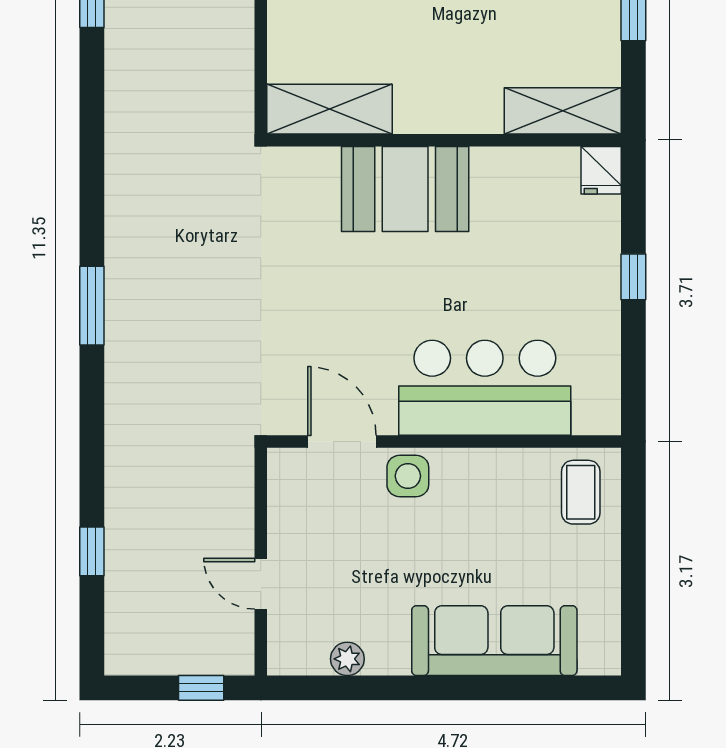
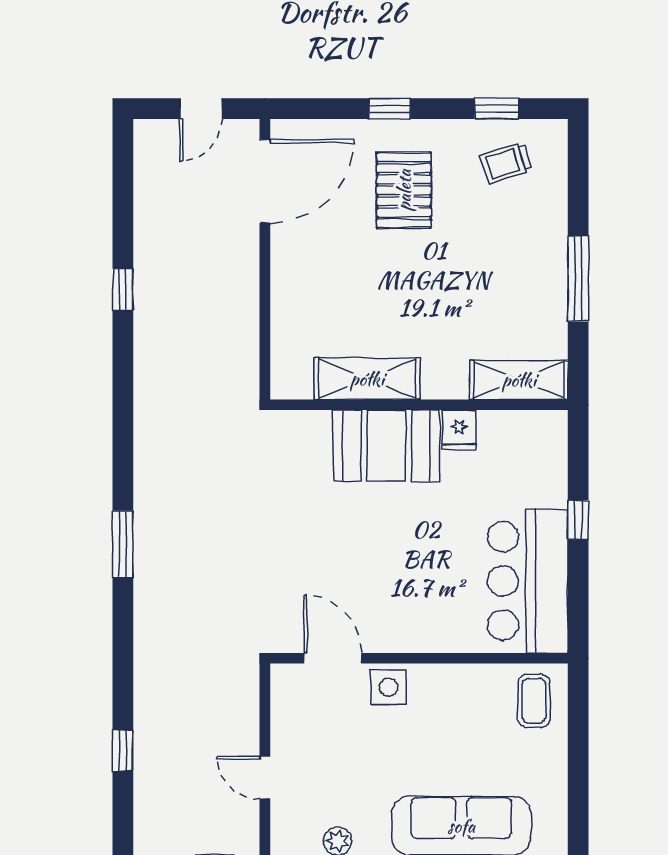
shelving: (330, 109) -> (367, 379), moved
fridge: (601, 170) -> (459, 430), moved
bar counter: (485, 388) -> (528, 581), moved, turned -90

